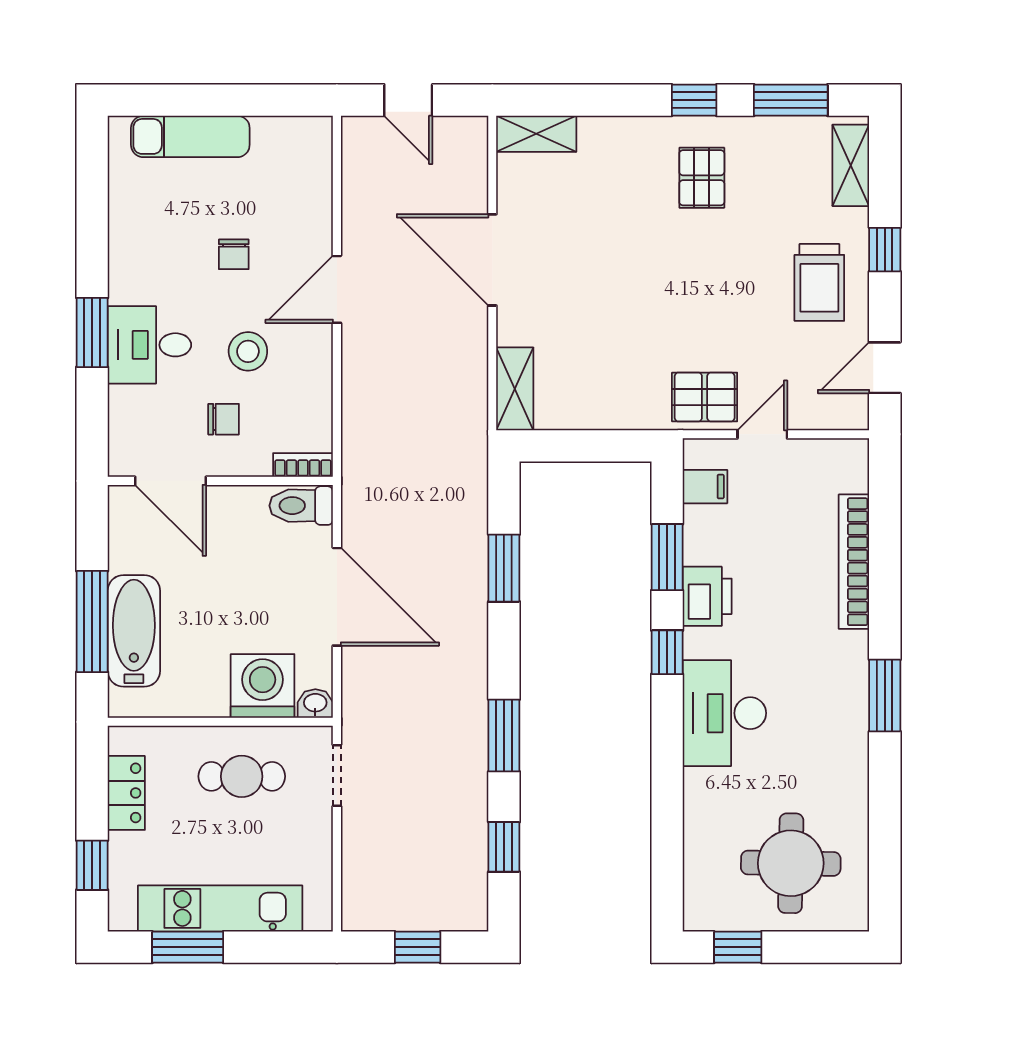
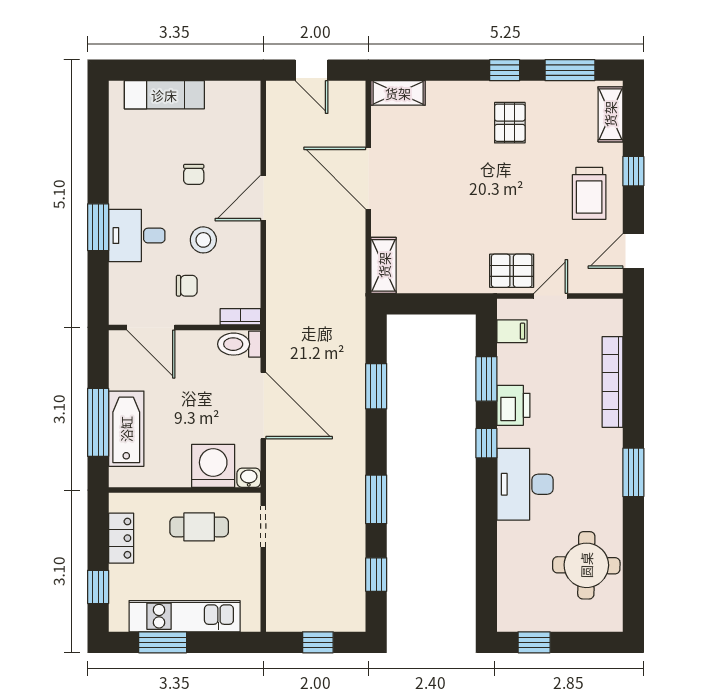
round table: (791, 863) -> (586, 565), moved

